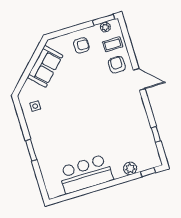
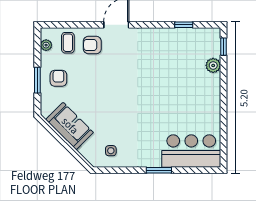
window: (104, 20) -> (37, 80), moved
bar counter: (86, 174) -> (191, 151), moved, turned 90

